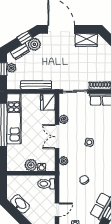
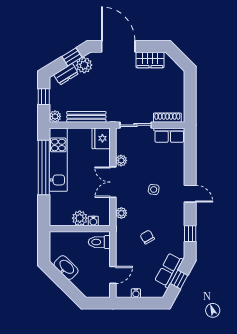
plant: (11, 68) -> (55, 116), moved

